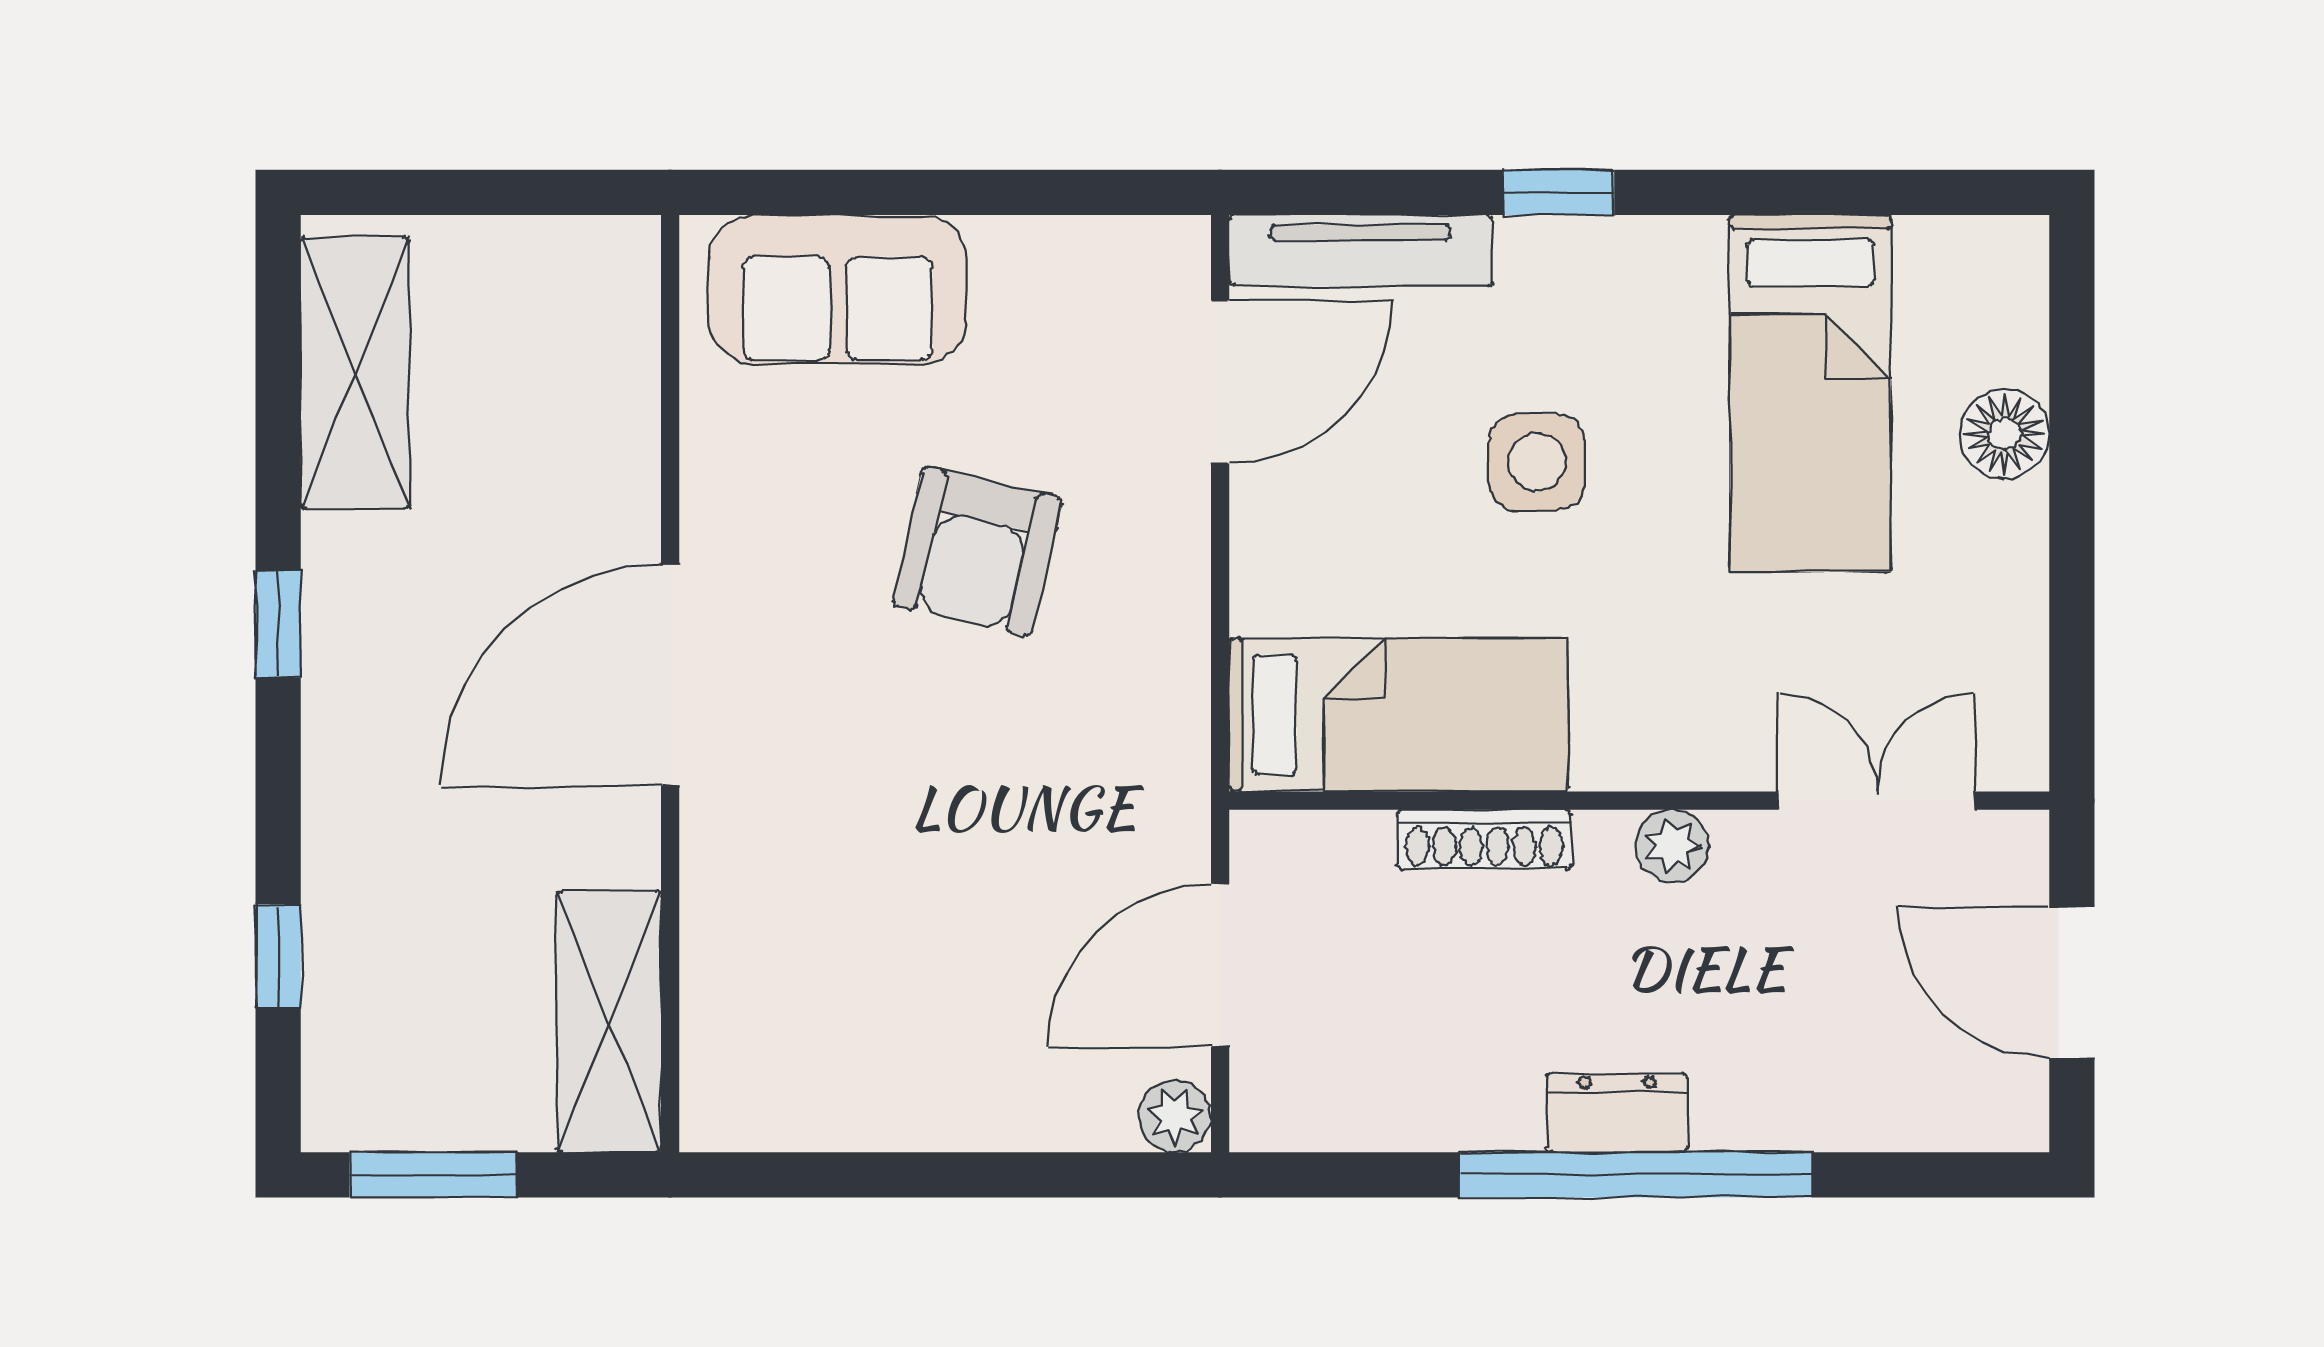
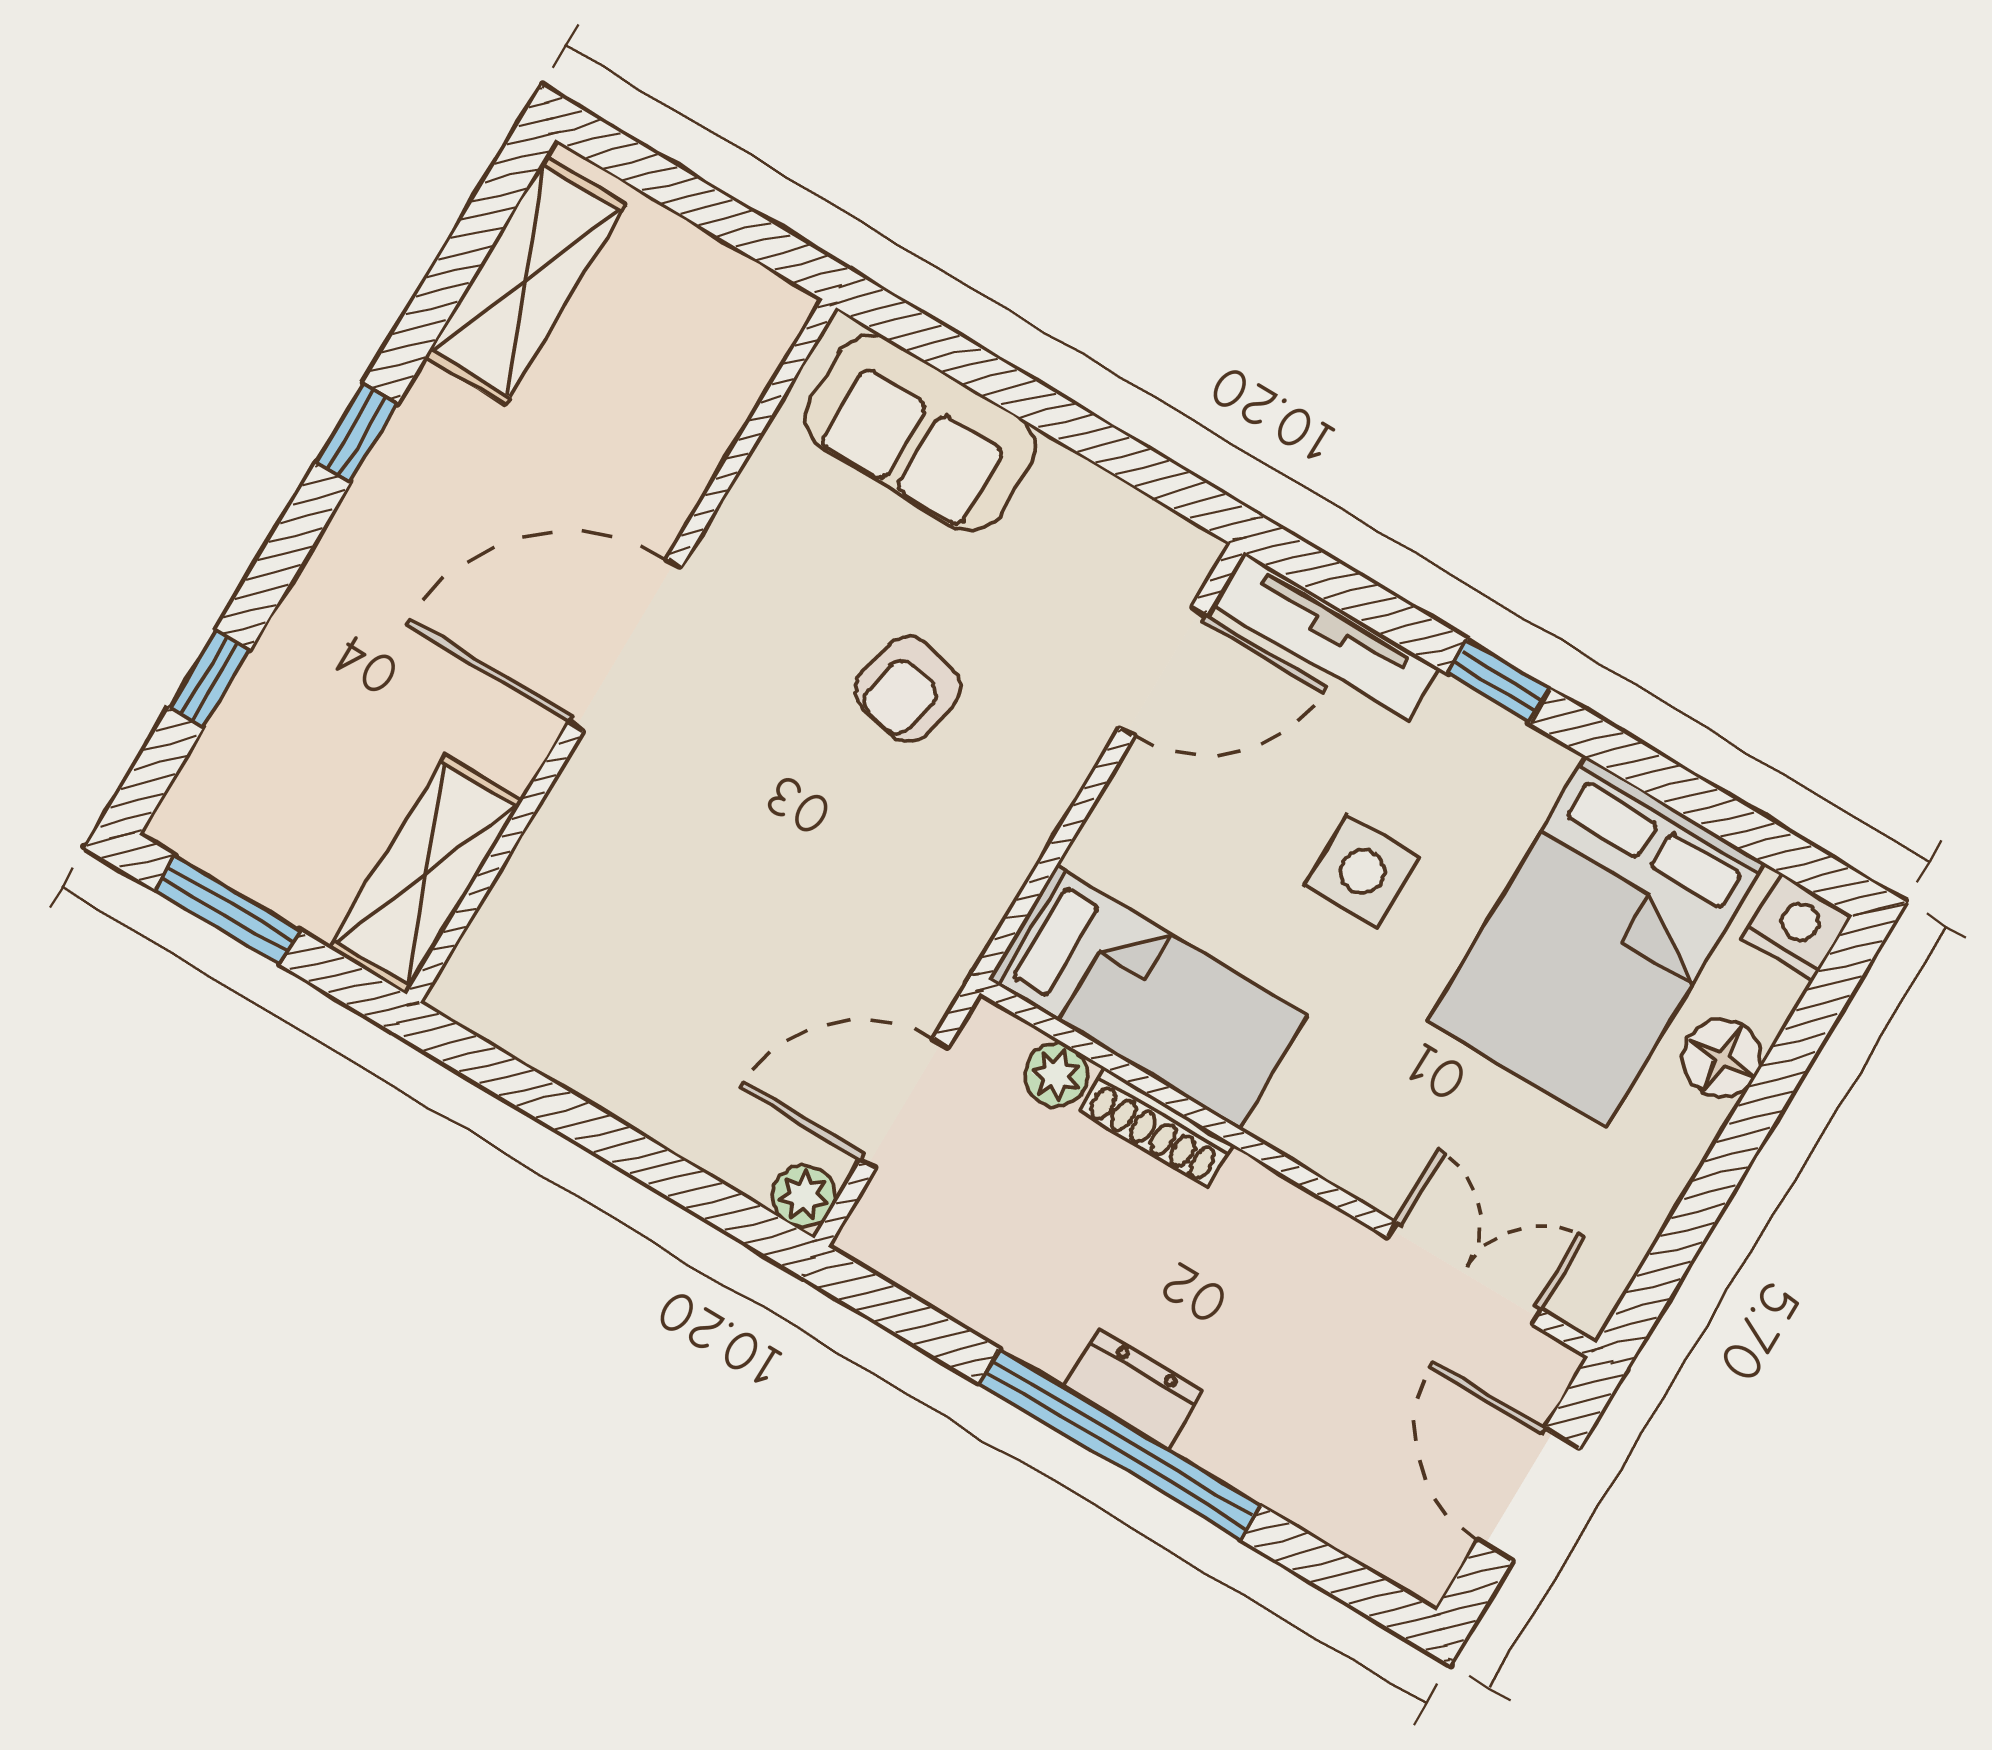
nightstand: (2001, 259) -> (1797, 927), added
bed: (1810, 393) -> (1596, 942), width x1.50
armchair: (977, 551) -> (908, 689), width x0.72, depth x0.72
plant: (1672, 846) -> (1056, 1075), moved

